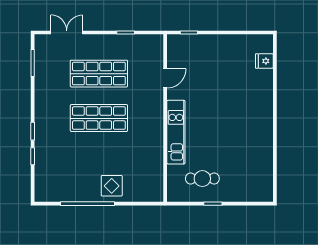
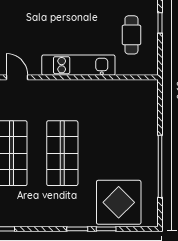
display table: (112, 186) -> (119, 202), moved, width x1.86, depth x1.86

